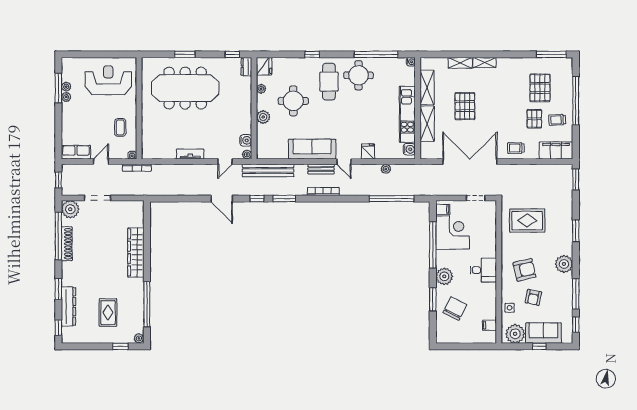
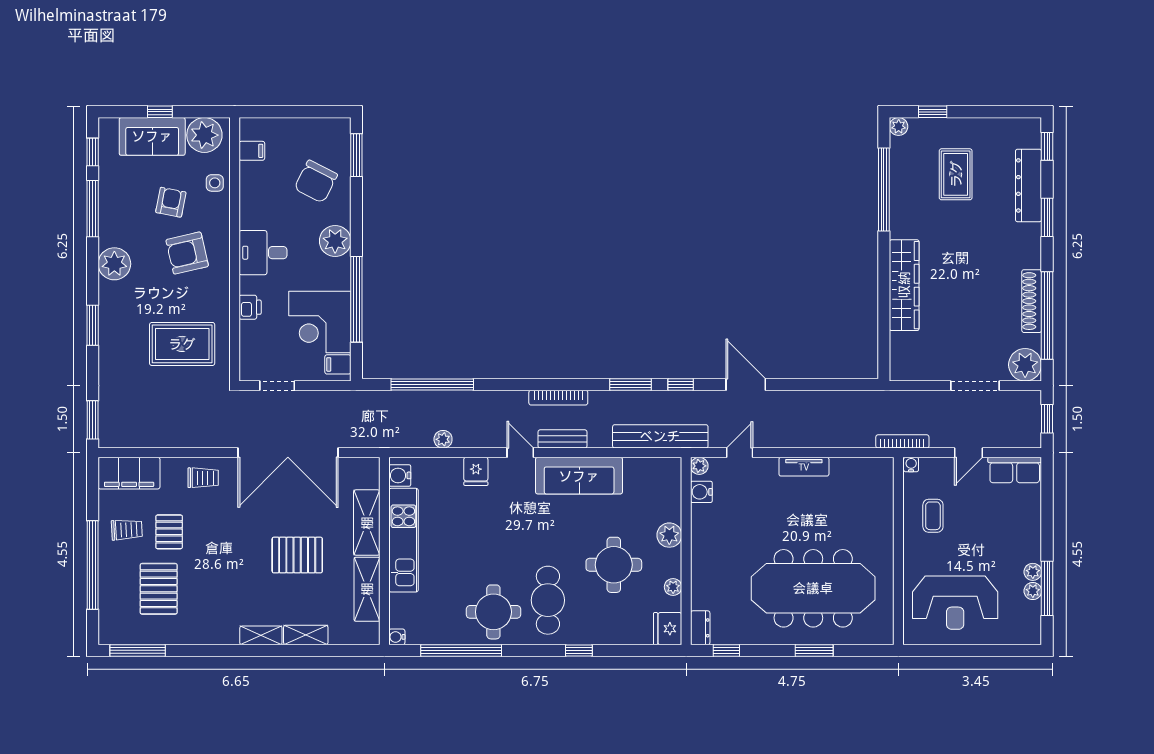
pallet: (465, 106) -> (297, 555), turned 90
printer: (490, 240) -> (250, 307), added
window: (433, 299) -> (356, 155), moved

